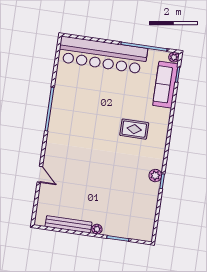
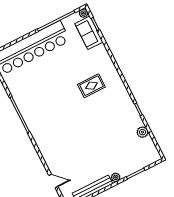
sofa: (165, 85) -> (89, 33), width x0.73
door: (40, 174) -> (53, 181), moved
plant: (155, 176) -> (142, 132), moved

